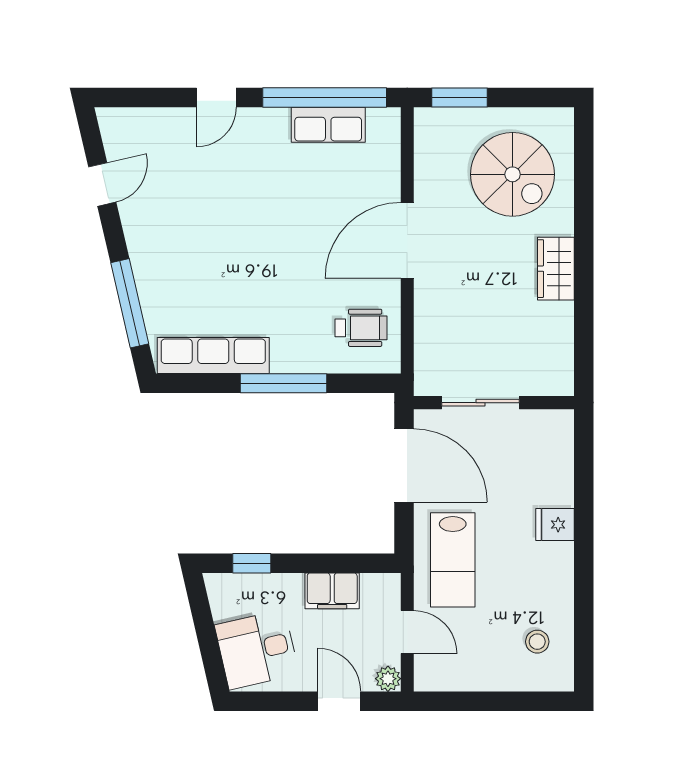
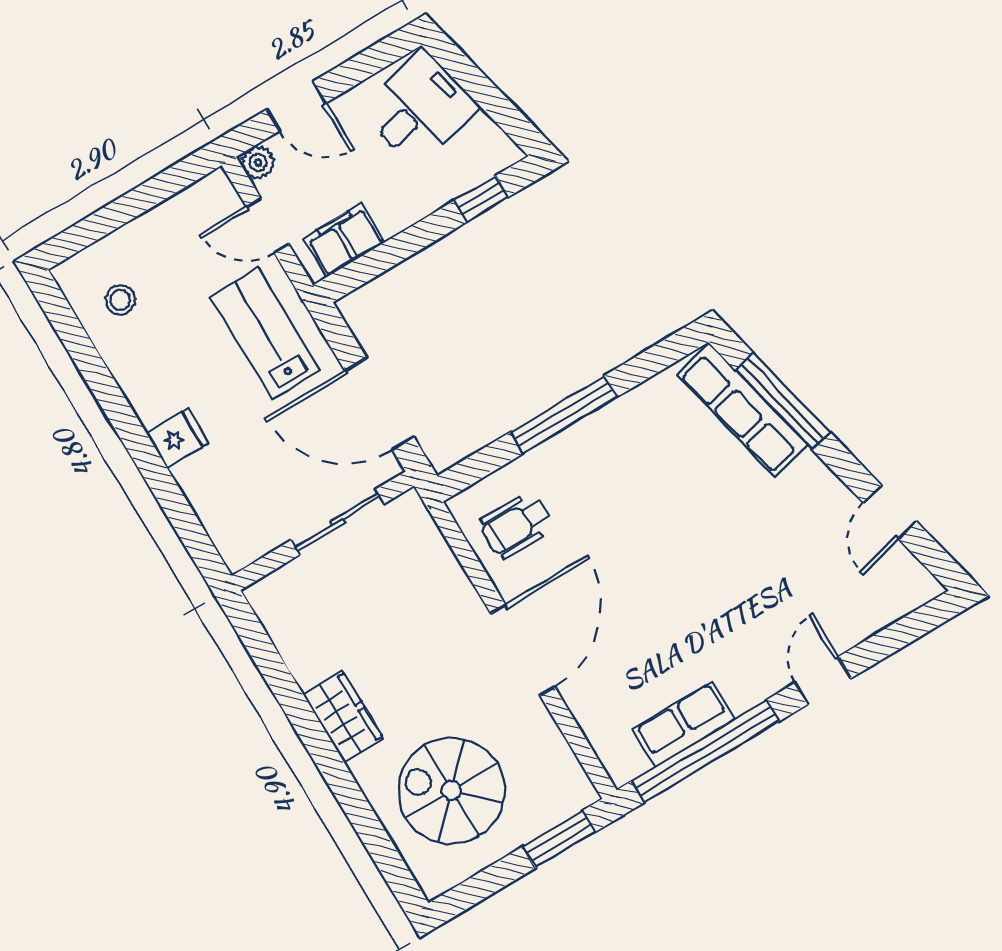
row of seats: (213, 356) -> (742, 410), moved, turned 77
filing cabinet: (332, 591) -> (344, 240), moved

